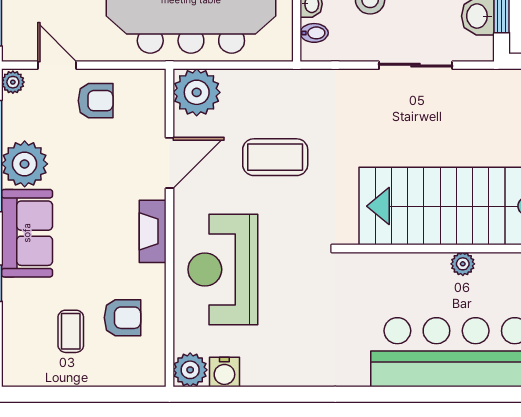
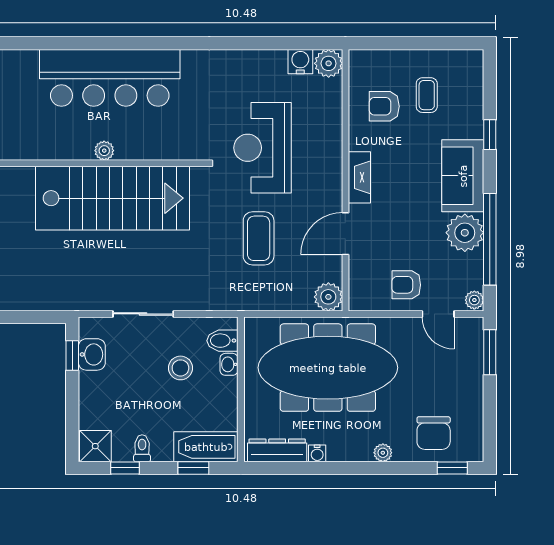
bidet: (314, 33) -> (222, 341), width x1.38, depth x1.36
plant: (197, 92) -> (328, 297), width x0.73, depth x0.73
coffee table: (275, 157) -> (259, 238), turned 90
reception desk: (223, 270) -> (262, 148), moved, turned 180

